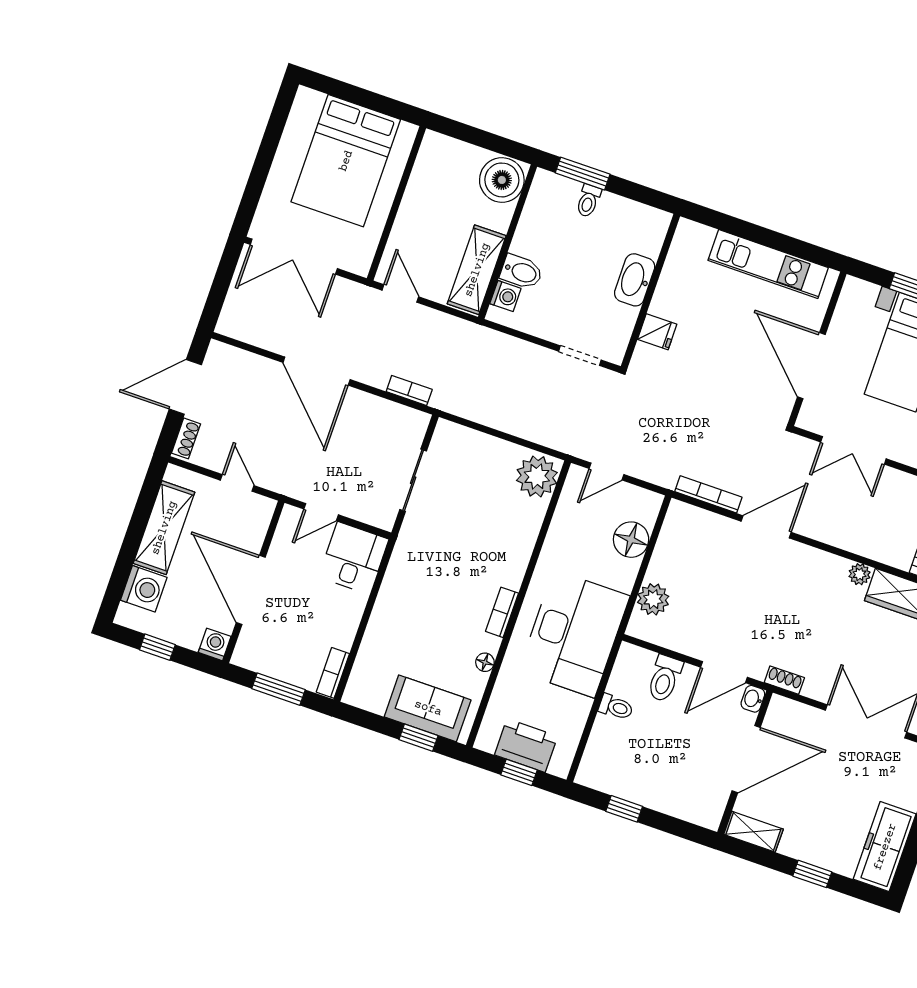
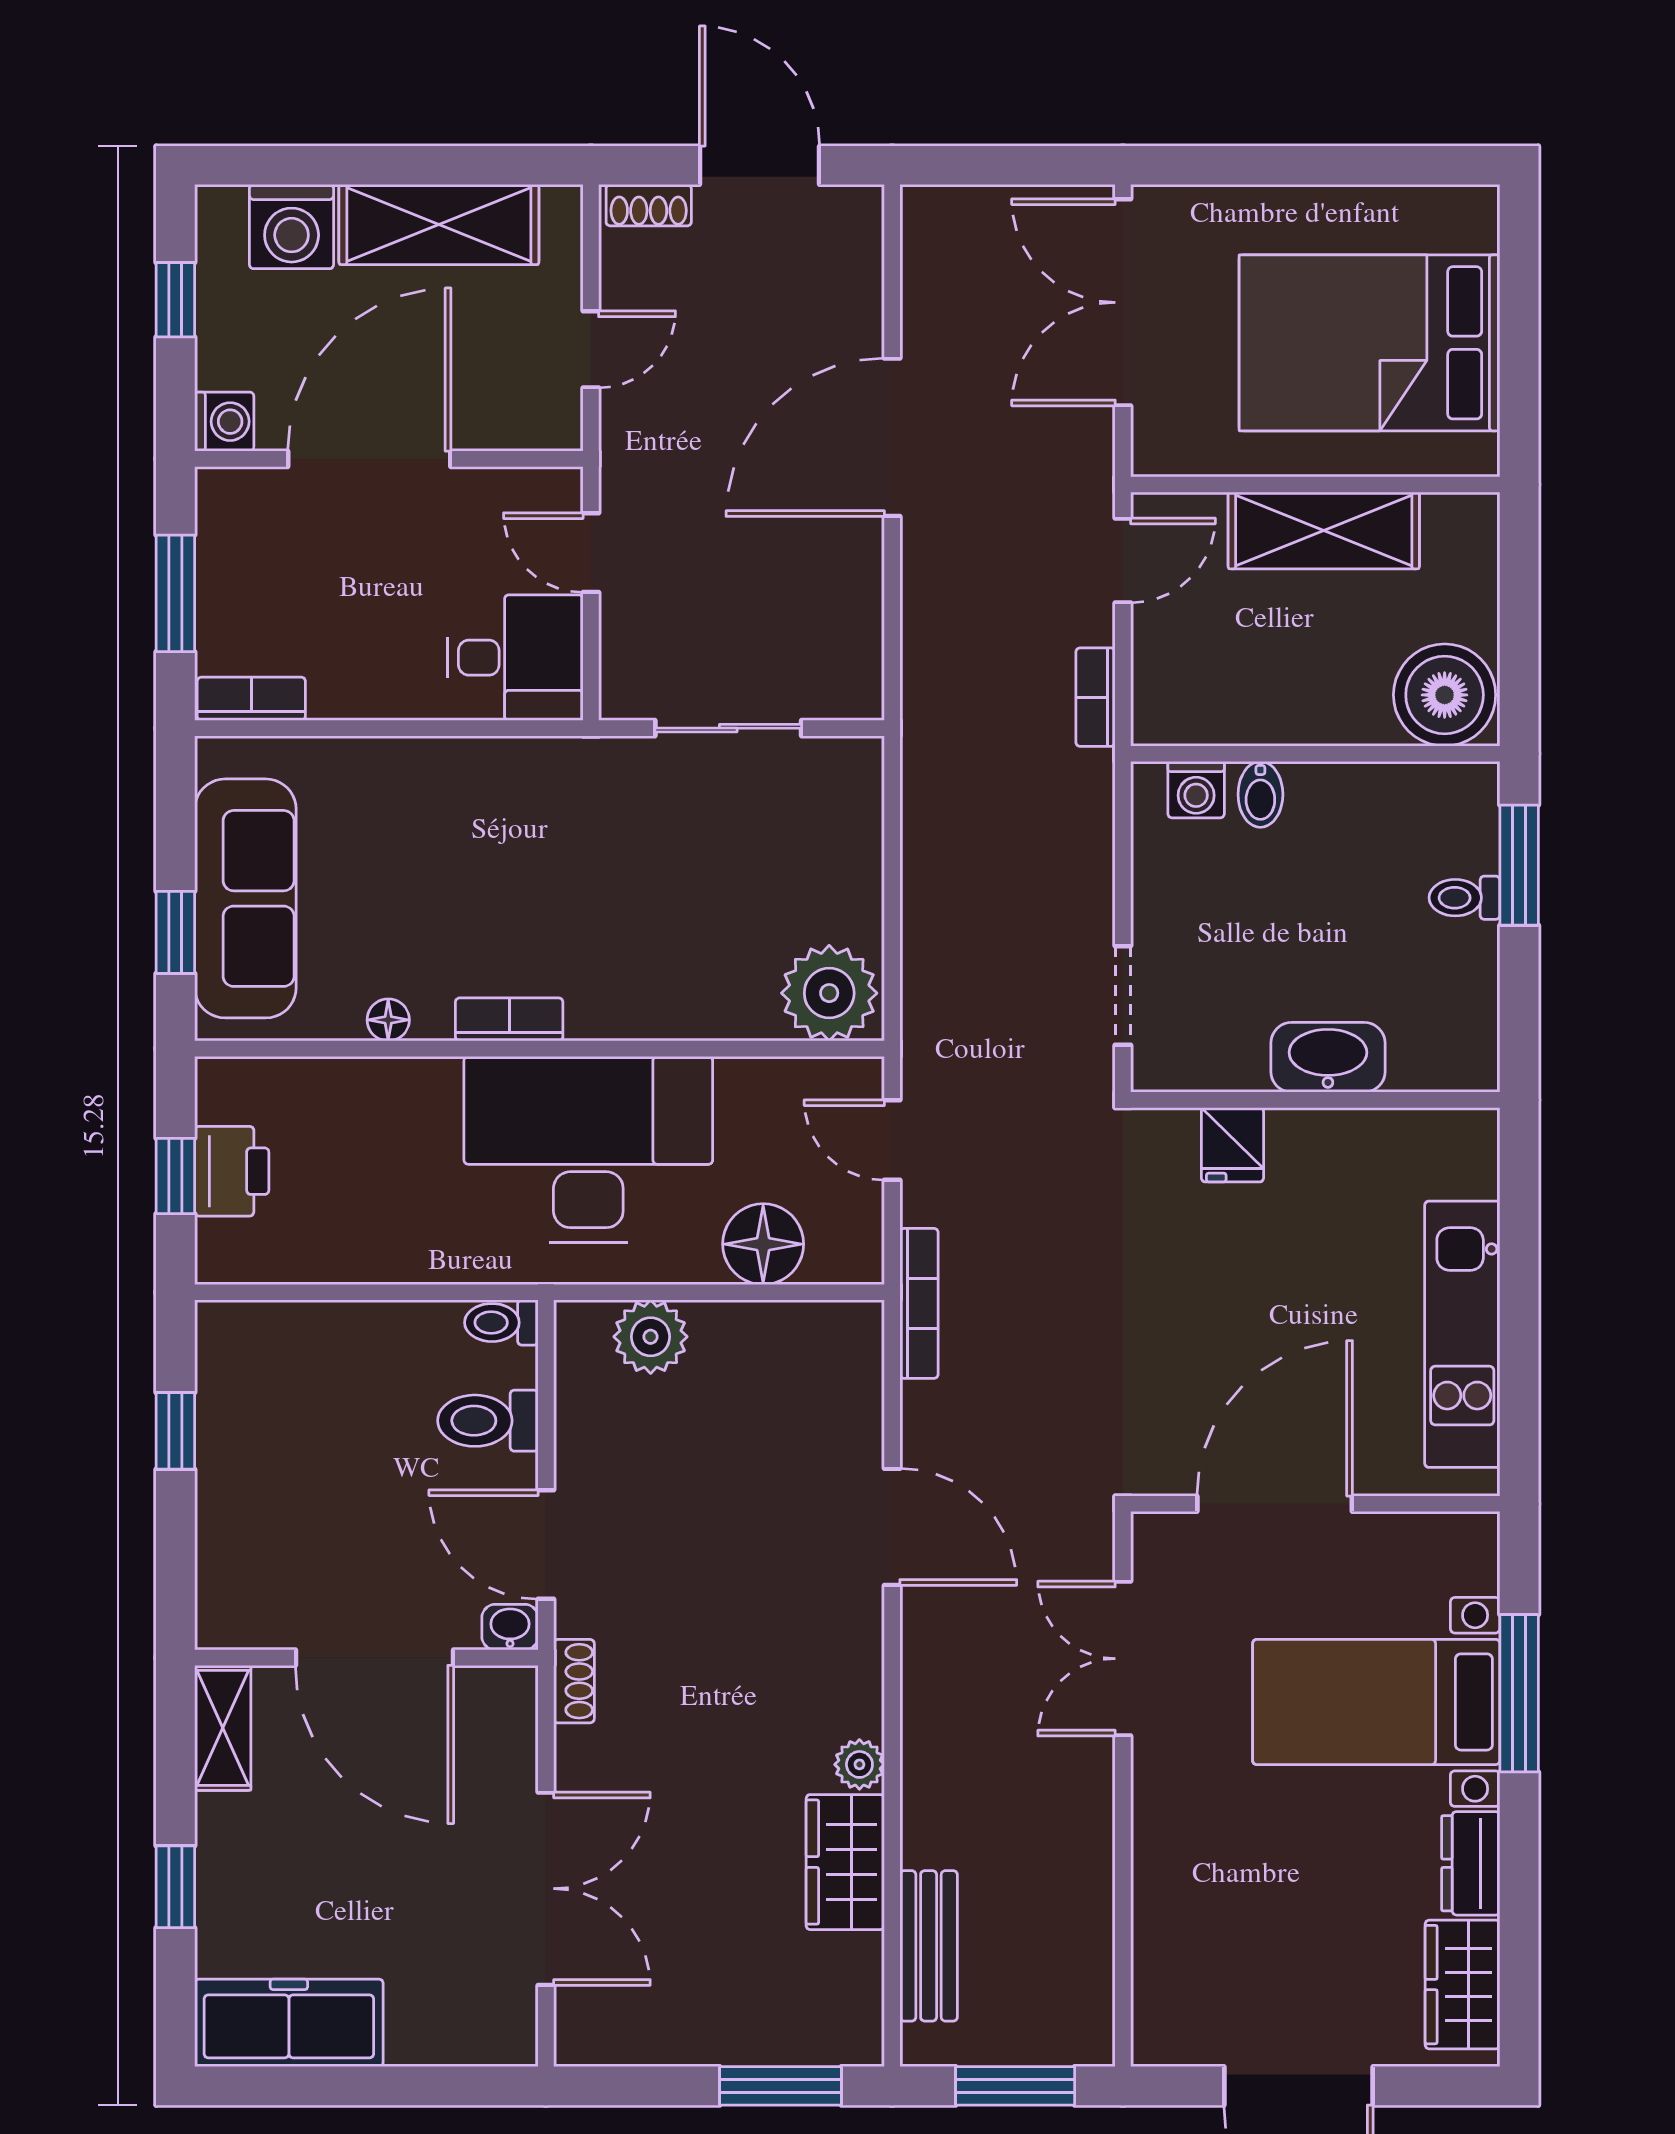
shelving: (477, 270) -> (1324, 530), moved
bidet: (521, 272) -> (1260, 794), width x0.72, depth x0.74
bookcase: (409, 391) -> (1095, 697), moved, turned 180
bookcase: (708, 494) -> (919, 1303), moved
desk: (574, 634) -> (588, 1149), moved, turned 180
toilet: (616, 707) -> (501, 1323), moved, turned 90
sofa: (428, 708) -> (245, 898), width x1.36
printer: (526, 746) -> (232, 1171), width x0.73, depth x0.84

